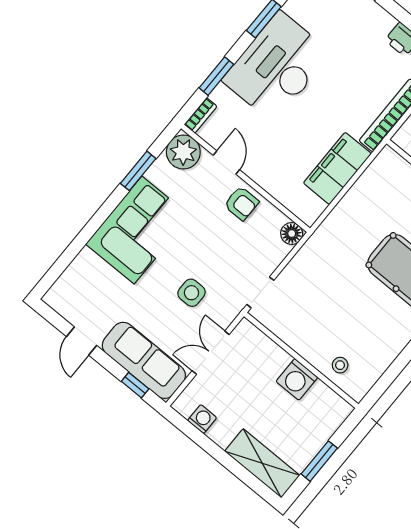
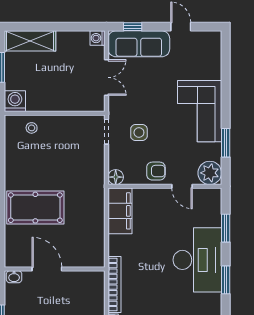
bookcase: (201, 115) -> (217, 200), removed
filing cabinet: (337, 168) -> (120, 211), moved
armchair: (241, 203) -> (156, 171), turned 180
side table: (191, 293) -> (139, 133), moved
washing machine: (297, 379) -> (15, 101), moved
washing machine: (202, 419) -> (97, 38), moved, turned 90

